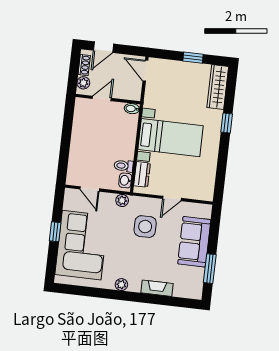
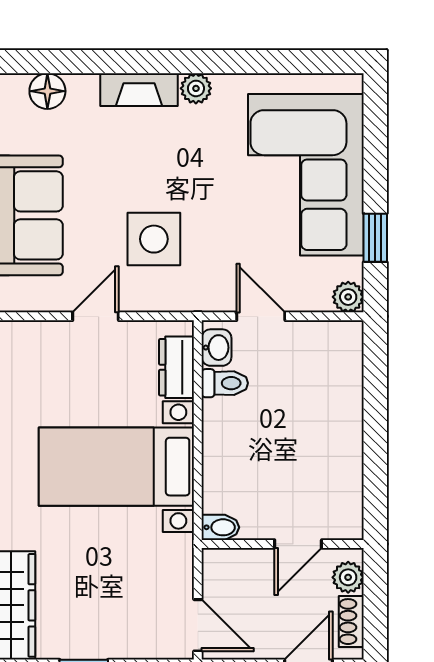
door: (90, 189) -> (261, 316), moved
plant: (122, 200) -> (348, 297), moved
window: (55, 232) -> (375, 238), moved
fireplace: (157, 288) -> (139, 90), moved
floor lamp: (181, 290) -> (47, 91), added

